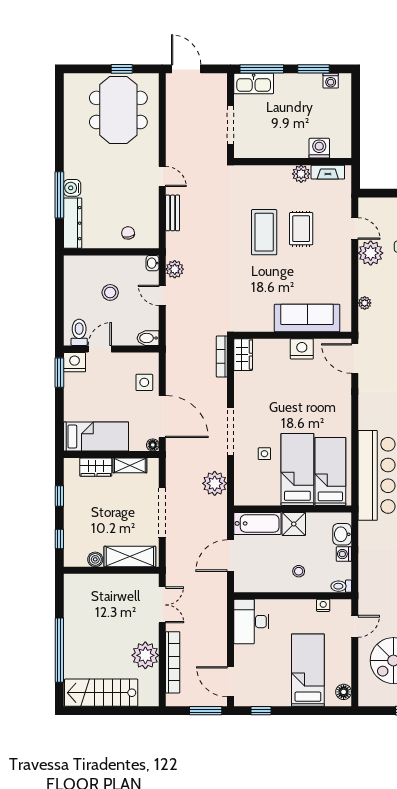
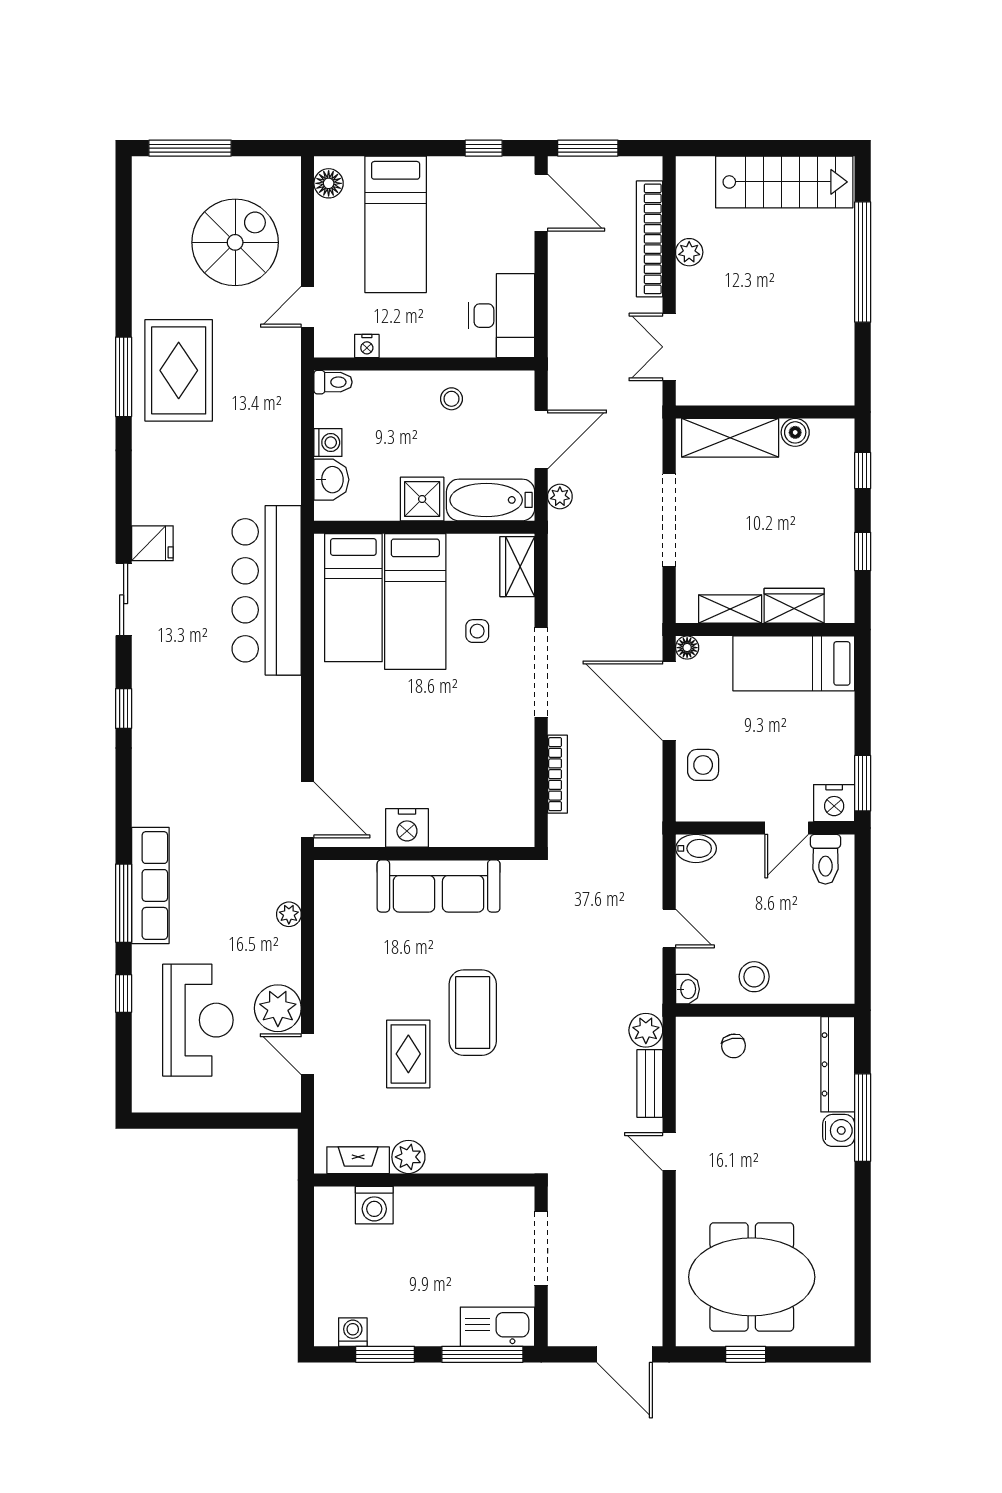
meeting table: (118, 110) -> (752, 1277), turned 90
coffee table: (264, 232) -> (473, 1013), moved
plant: (175, 269) -> (646, 1030), moved
stool: (110, 292) -> (754, 977), moved
sofa: (307, 318) -> (439, 886), moved
wardrobe: (243, 355) -> (517, 567), moved
bookcase: (222, 357) -> (558, 774), moved
plant: (215, 483) -> (560, 497), moved, width x0.53, depth x0.53
stool: (299, 571) -> (451, 399), moved
plant: (145, 655) -> (689, 252), width x0.53, depth x0.53

